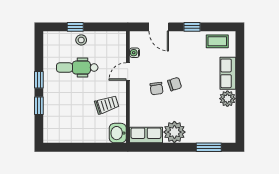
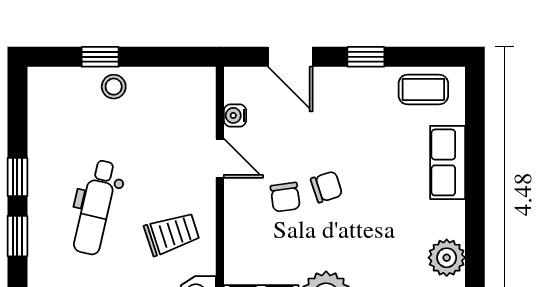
dental chair: (77, 68) -> (96, 207), moved, turned -77
door: (128, 71) -> (220, 158), swing flipped
plant: (227, 99) -> (447, 258), moved

